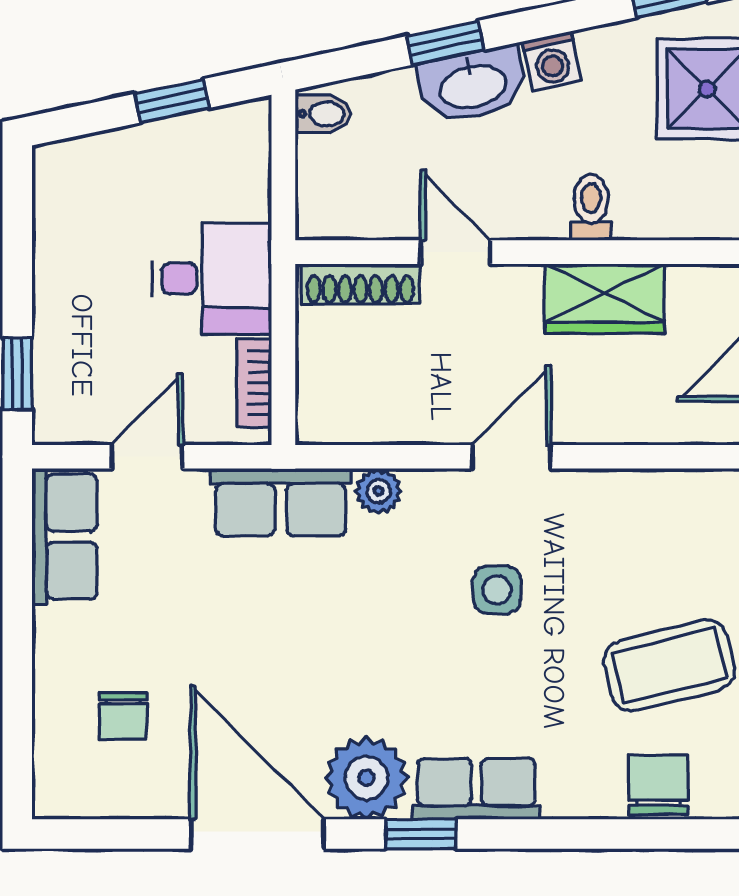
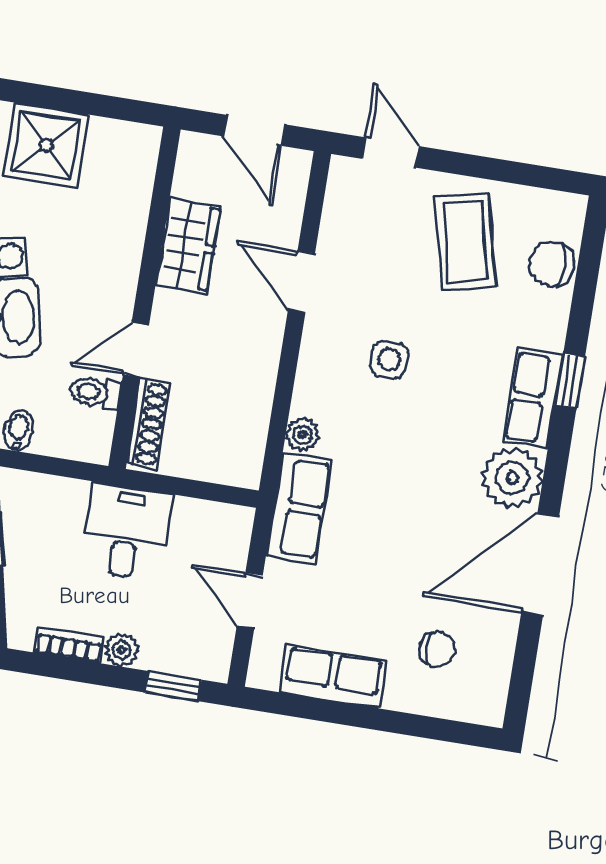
toilet: (591, 207) -> (95, 393), moved
plant: (54, 298) -> (122, 650), added
bookcase: (254, 383) -> (69, 645), moved, turned 180
door: (512, 457) -> (301, 281), moved
row of seats: (65, 537) -> (333, 676), moved
window: (421, 834) -> (570, 381), moved

